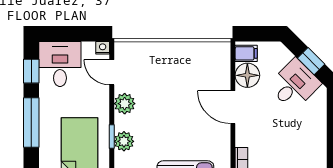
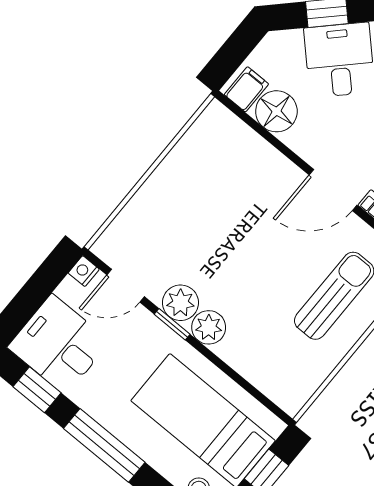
door: (233, 107) -> (333, 190), moved
window: (112, 136) -> (172, 324), moved
plant: (124, 141) -> (209, 327), moved

